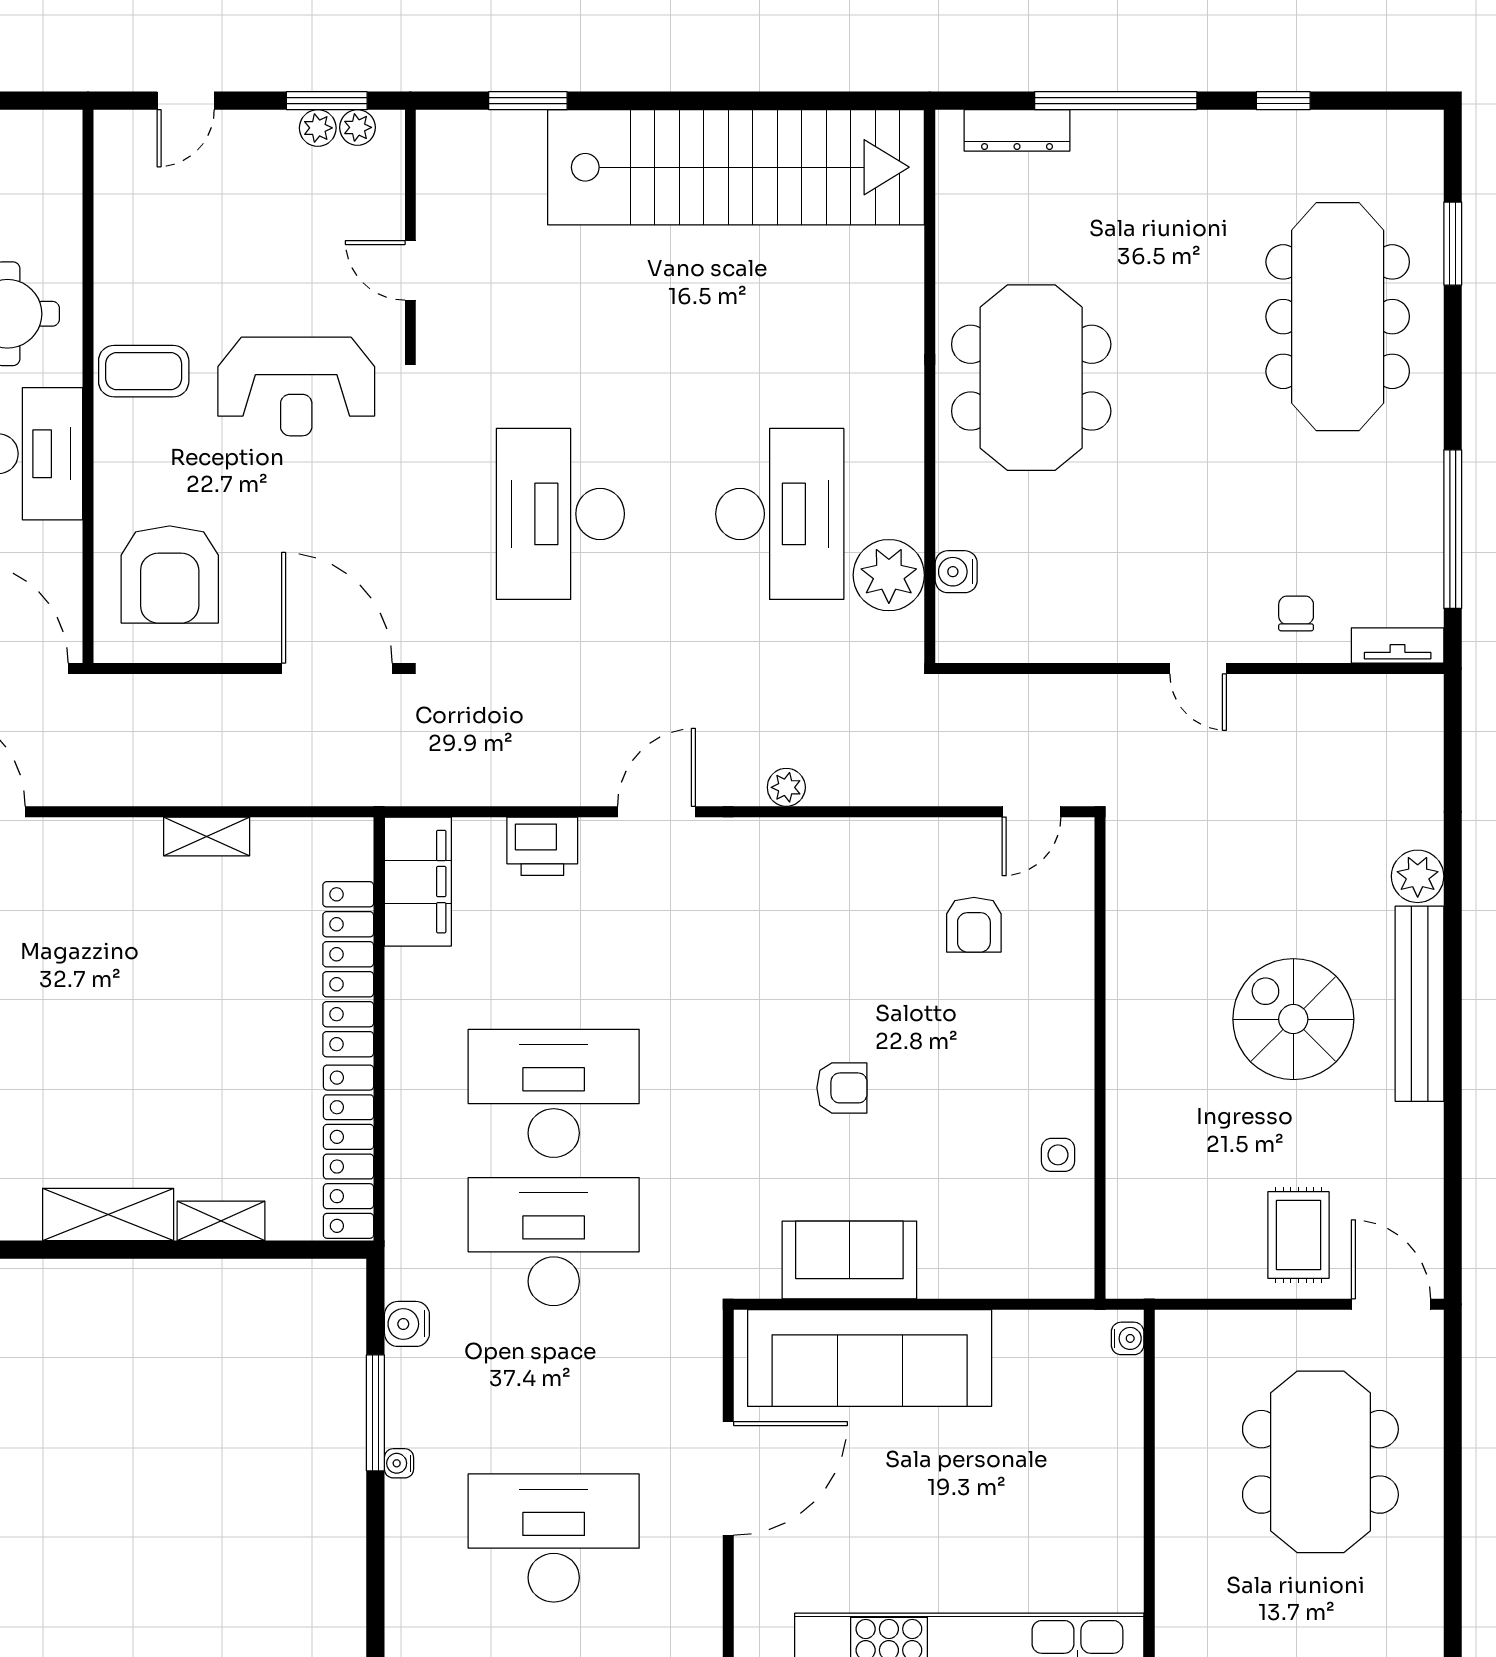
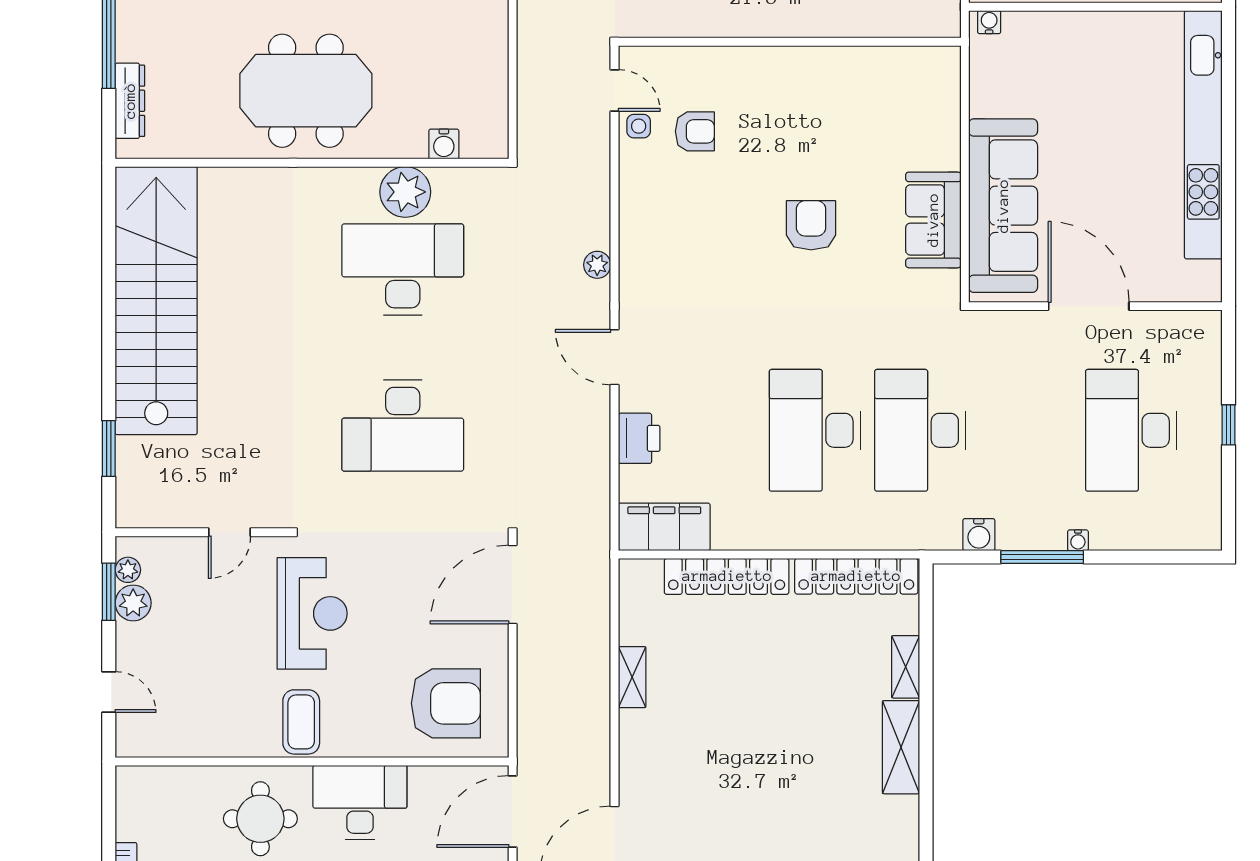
plant: (318, 128) -> (133, 603), width x1.38, depth x1.38
plant: (889, 575) -> (405, 192), moved
armchair: (842, 1088) -> (811, 225), width x1.38, depth x1.38
side table: (1058, 1155) -> (639, 126), moved

